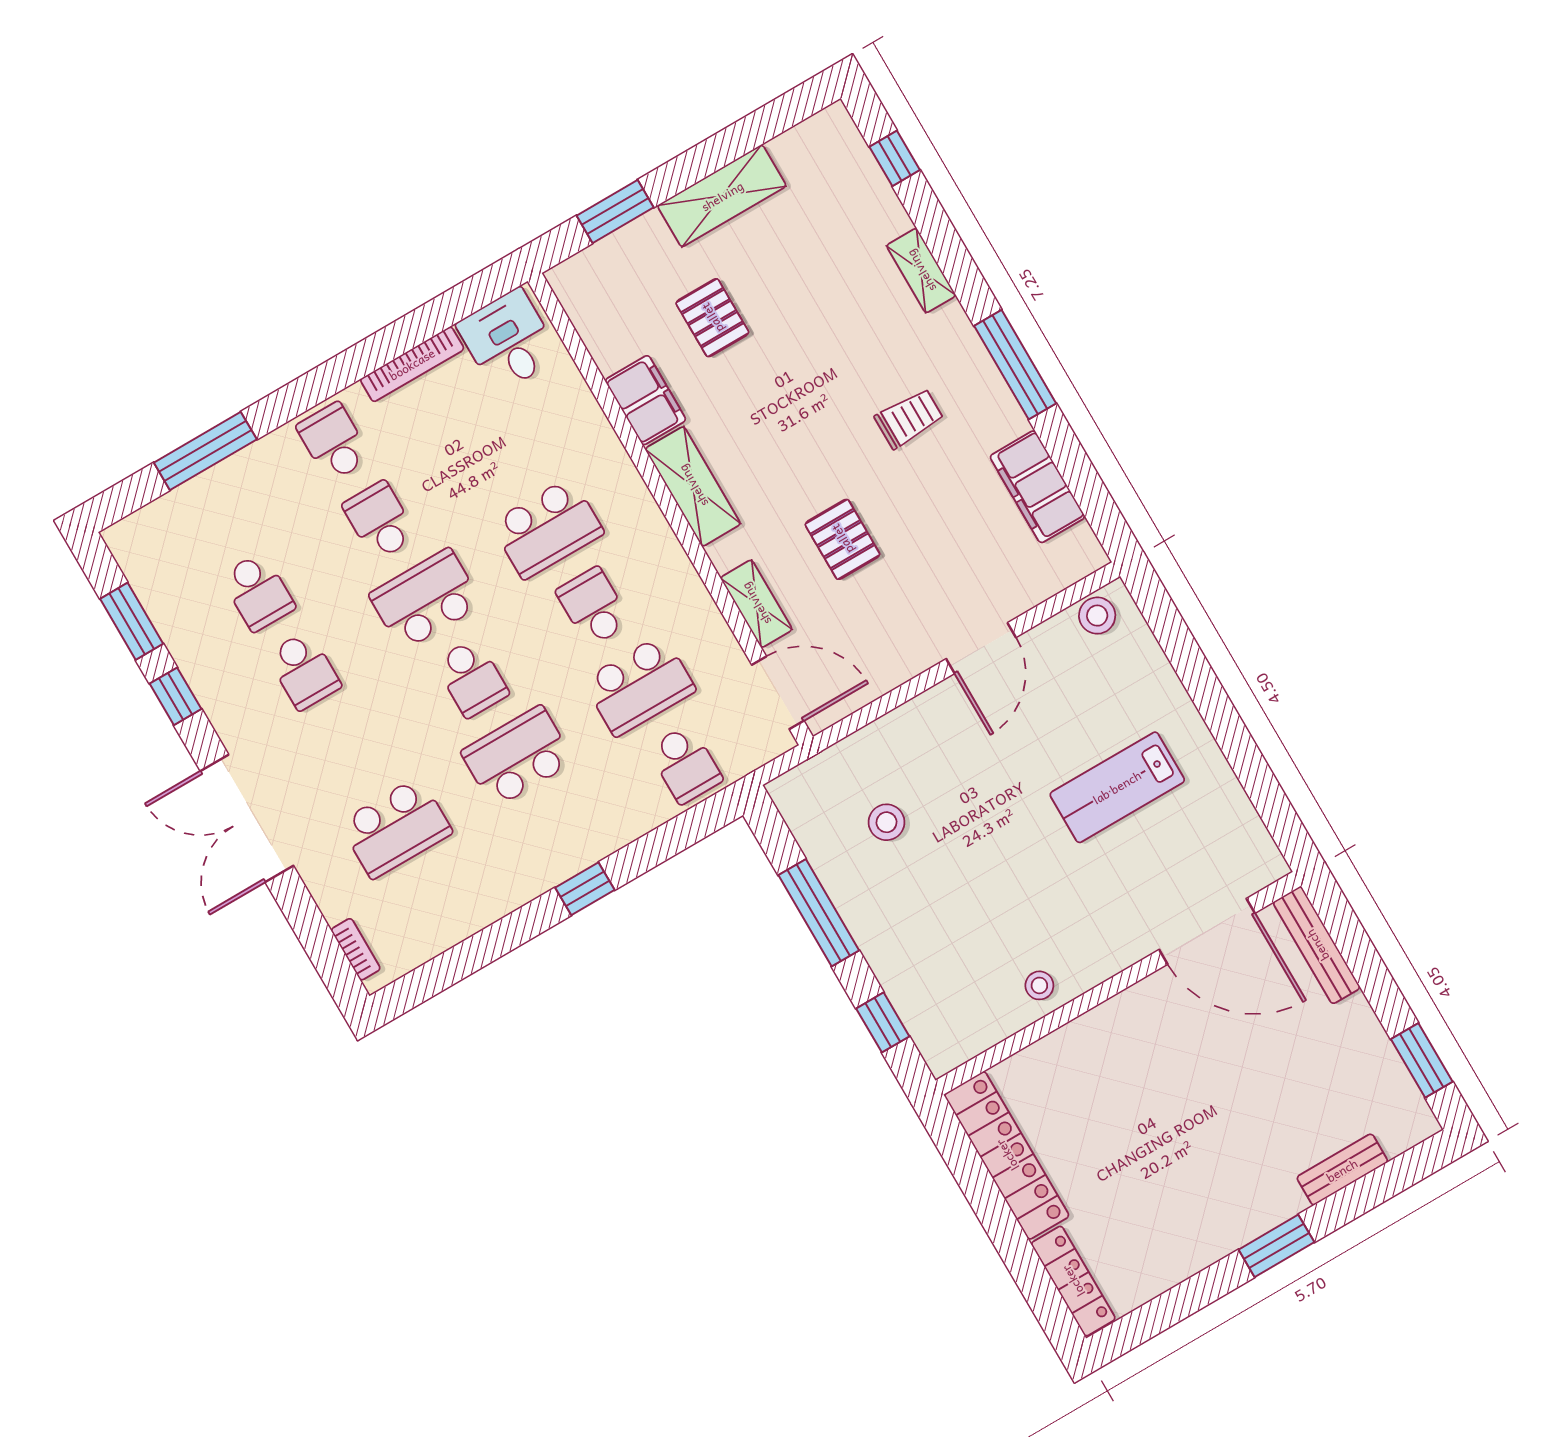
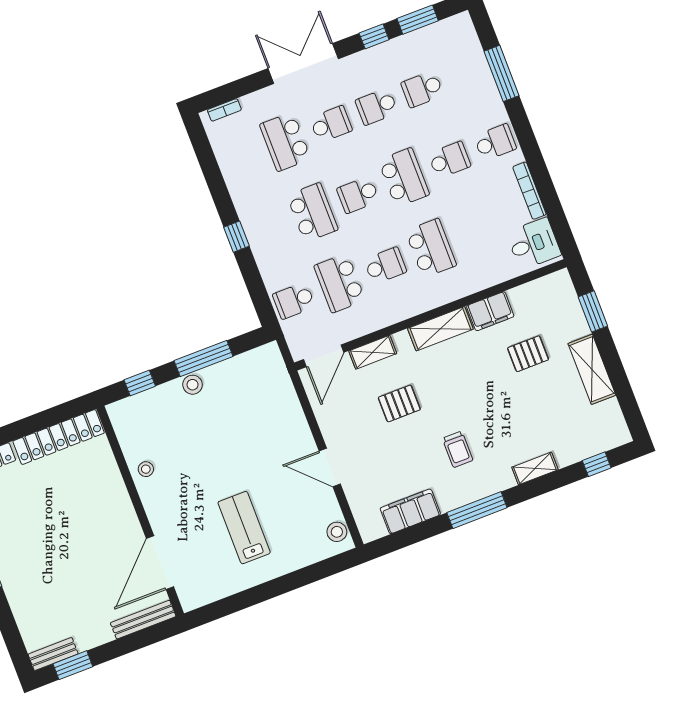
school desk: (547, 528) -> (431, 248), turned 180
school desk: (350, 749) -> (331, 124), added
stool: (887, 822) -> (193, 385), moved
bench: (1342, 1170) -> (53, 654), moved, turned 90

